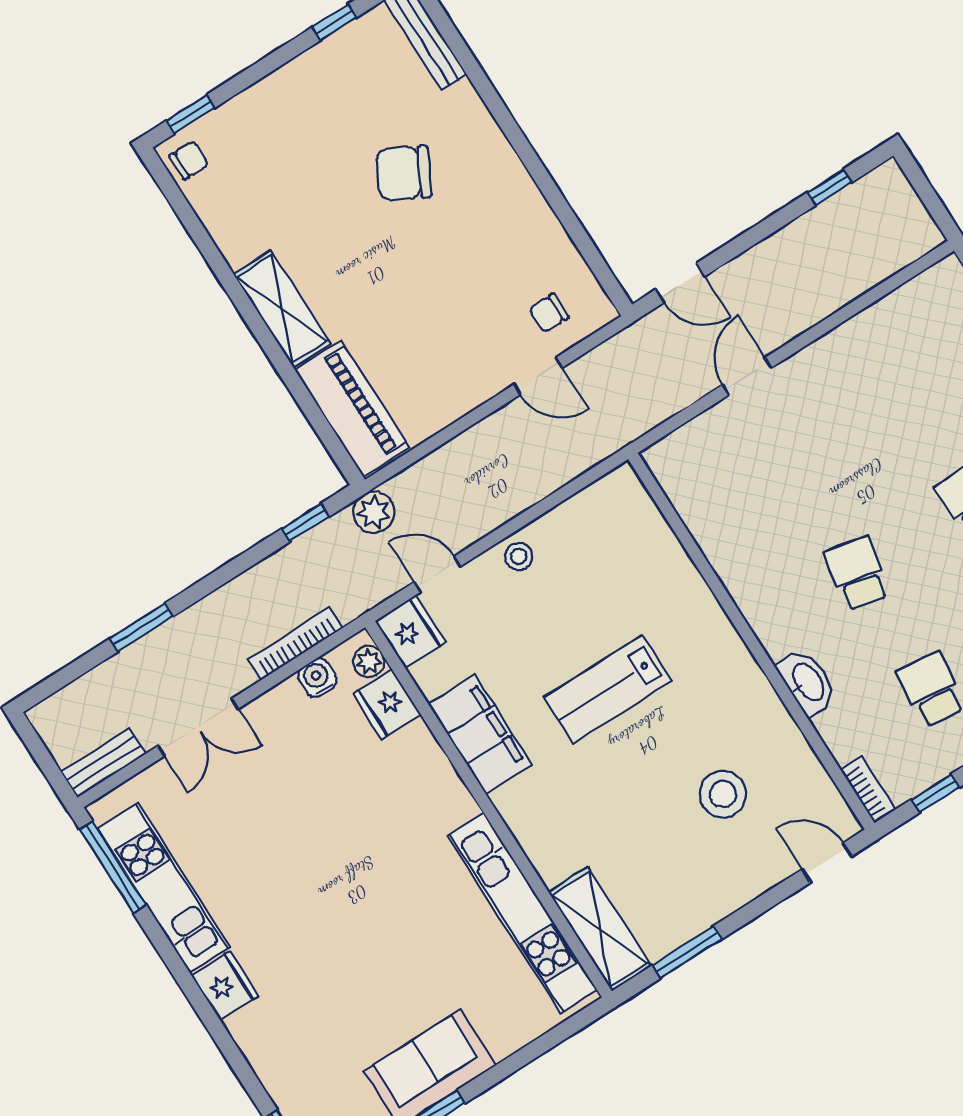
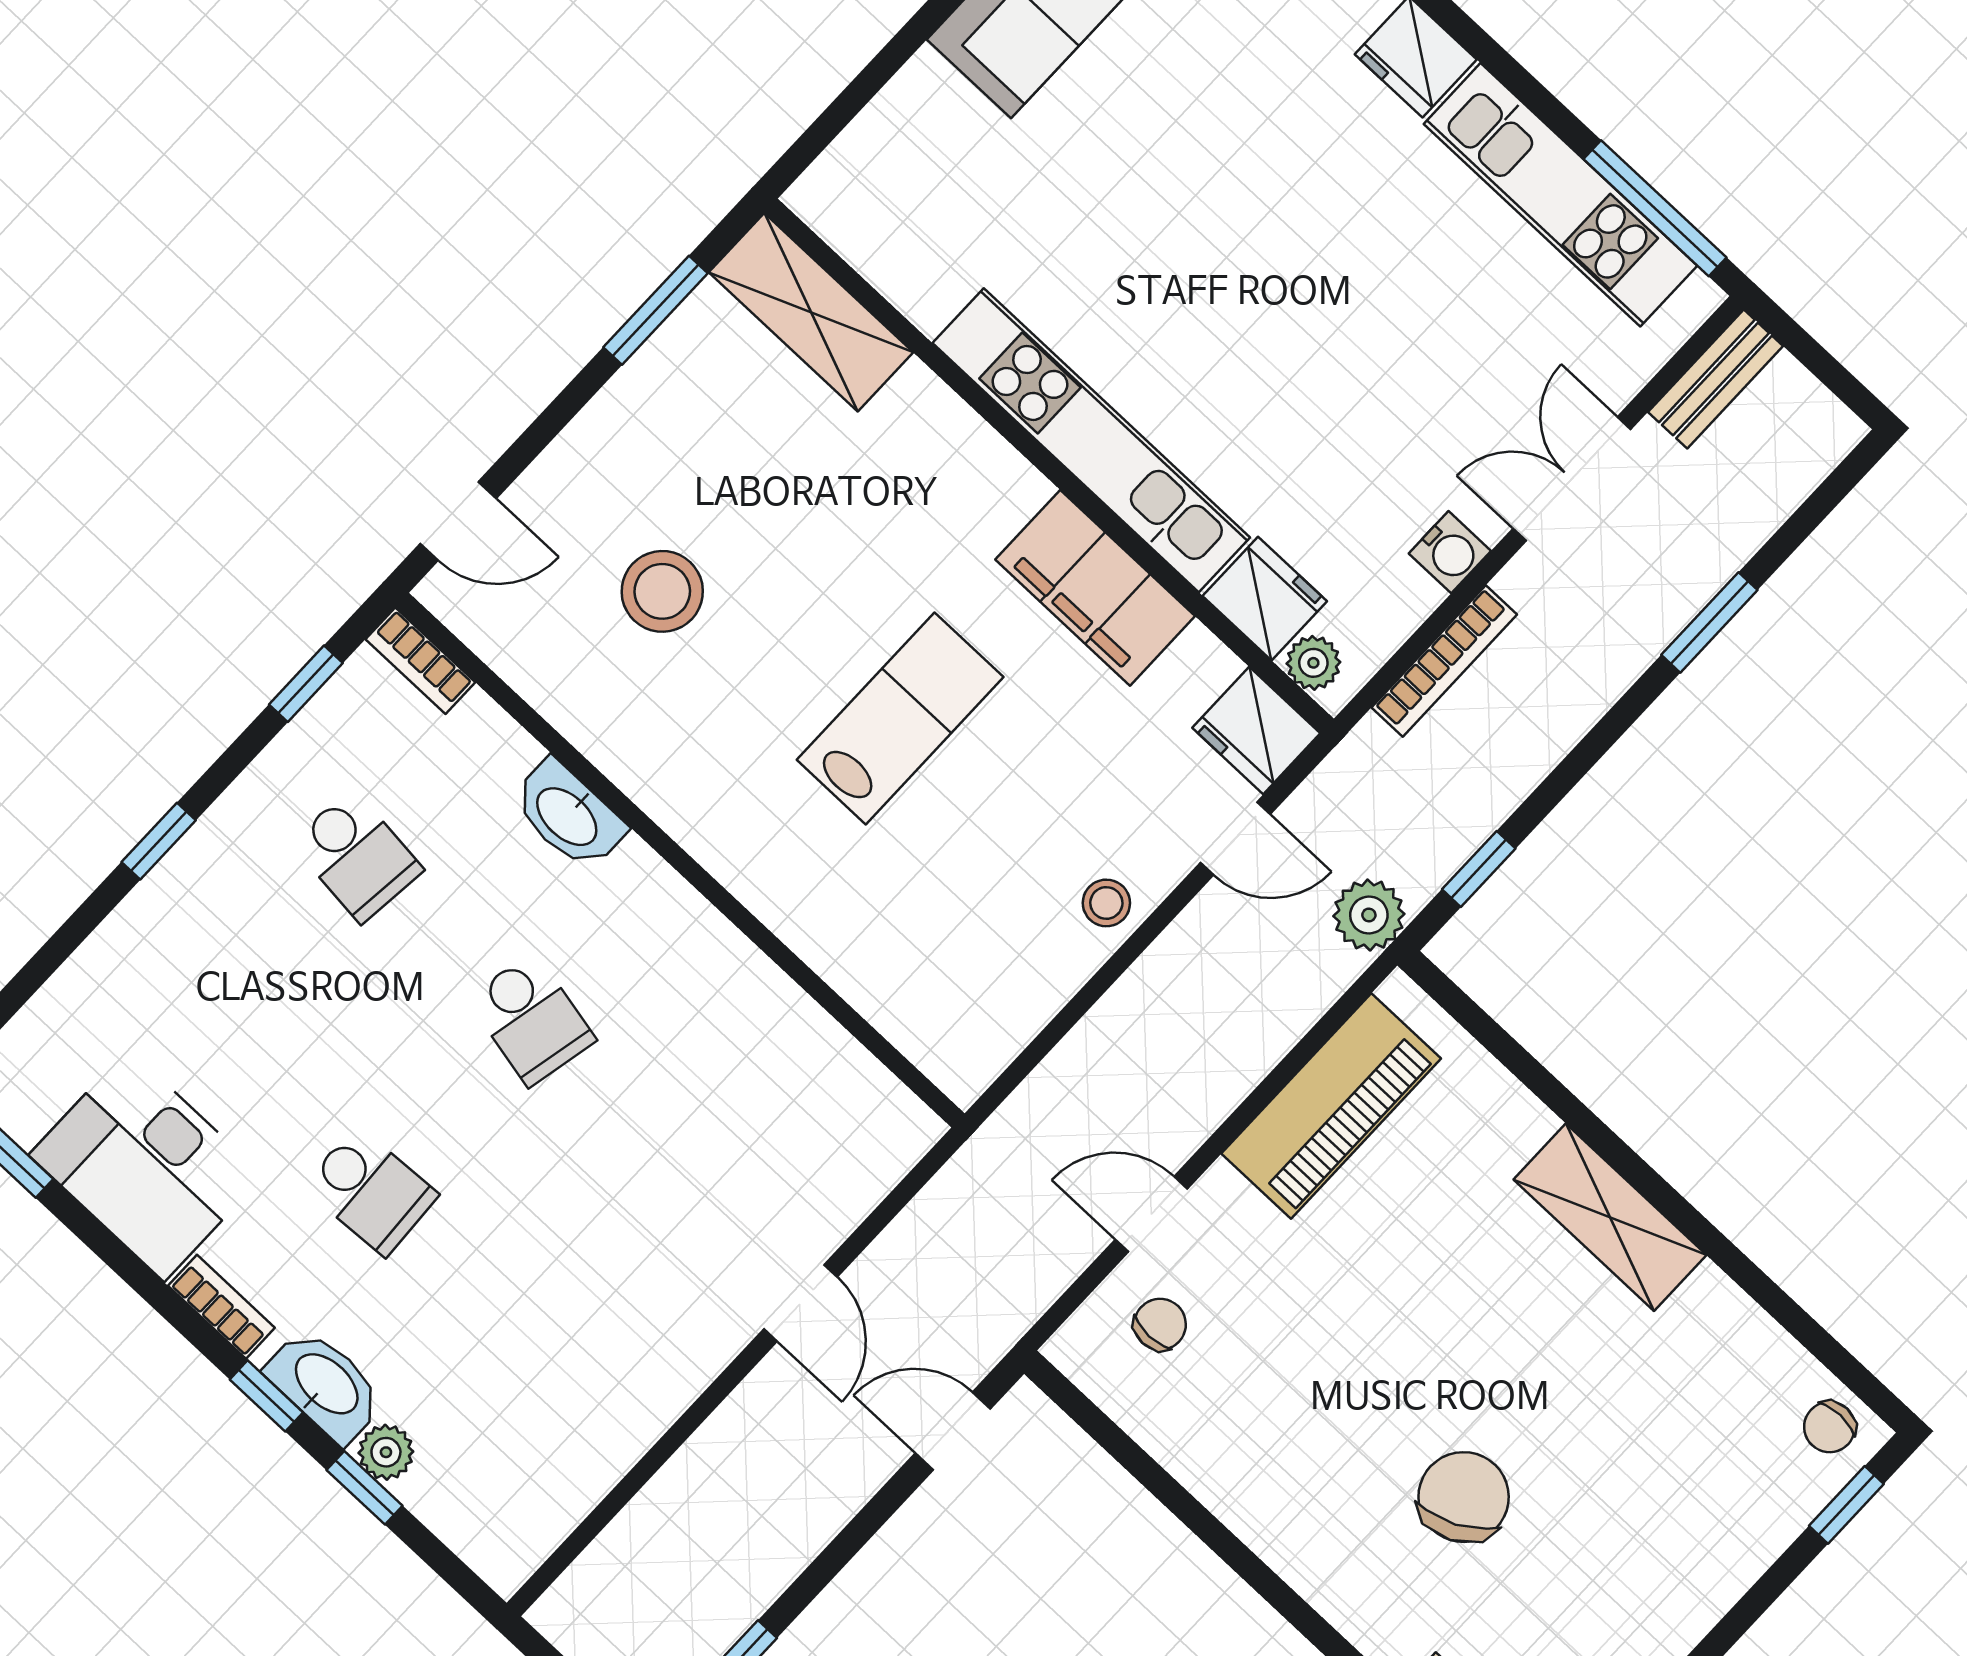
chair: (404, 173) -> (1464, 1497), turned -54
piano: (352, 409) -> (1331, 1106), moved, turned -90
water cooler: (317, 678) -> (1450, 552), moved
kitchen unit: (522, 913) -> (1091, 440), moved

